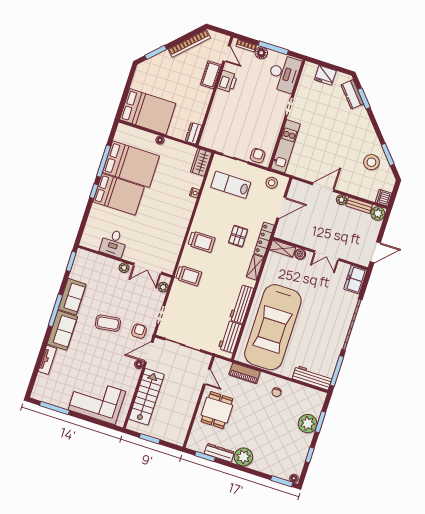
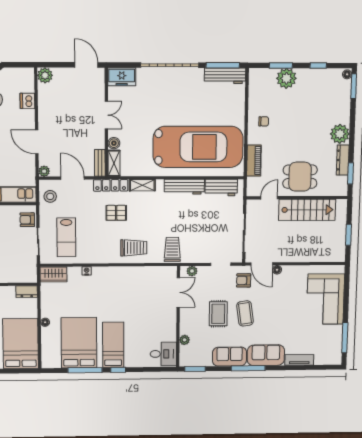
bed: (119, 194) -> (113, 345), width x0.67
dishwasher: (383, 198) -> (27, 101), moved, turned 90
plant: (341, 200) -> (44, 171), moved
bench: (359, 205) -> (100, 163), moved
trolley: (201, 242) -> (134, 248), turned 90
desk: (114, 243) -> (163, 354), moved
plant: (124, 268) -> (185, 340), moved
rug: (116, 299) -> (218, 314), added
workbench: (312, 378) -> (225, 76), moved, turned -90
stairs: (147, 397) -> (307, 210), moved, turned 180

